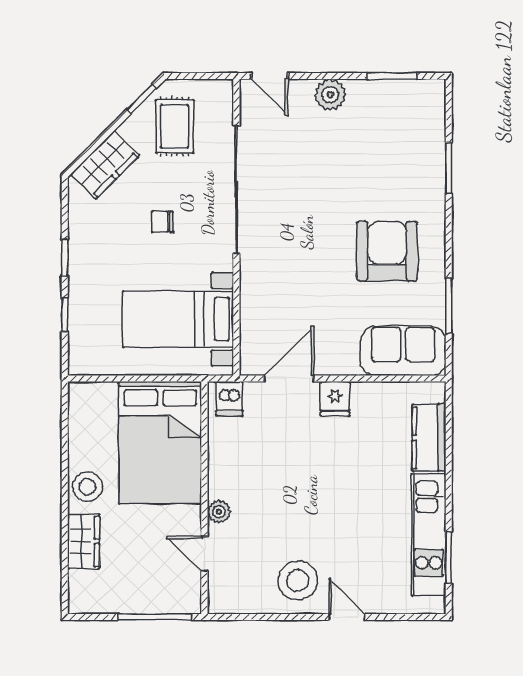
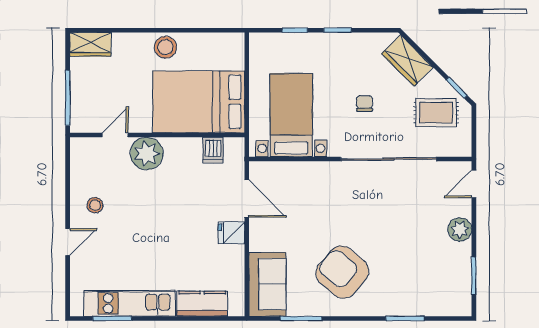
armchair: (387, 251) -> (342, 272), turned -140
dishwasher: (229, 399) -> (213, 150), moved, turned -90
plant: (219, 512) -> (147, 154), width x1.87, depth x1.87
wardrobe: (84, 541) -> (90, 44), moved
stool: (298, 581) -> (95, 205), width x0.53, depth x0.53

